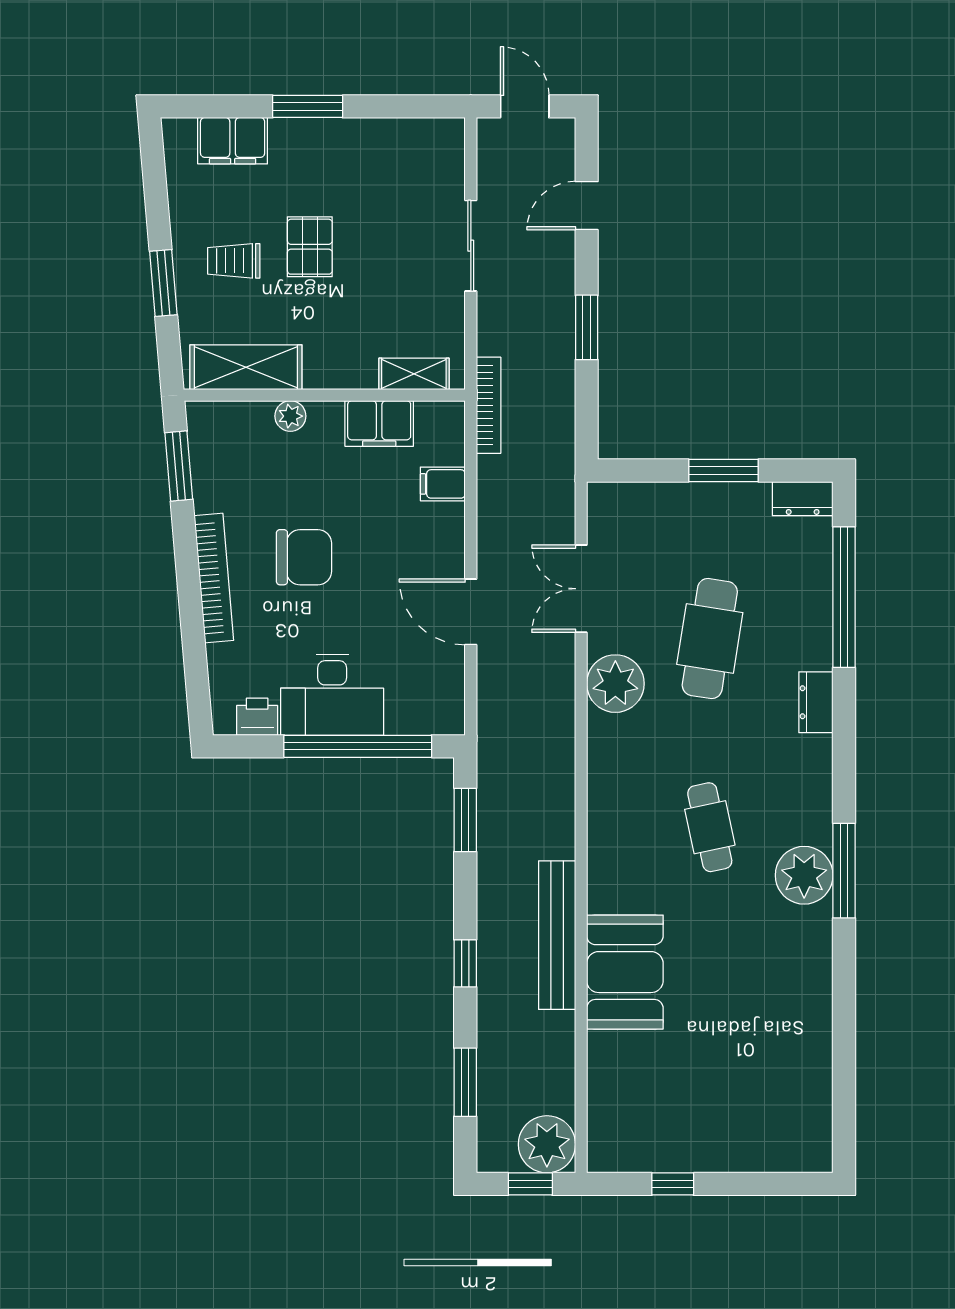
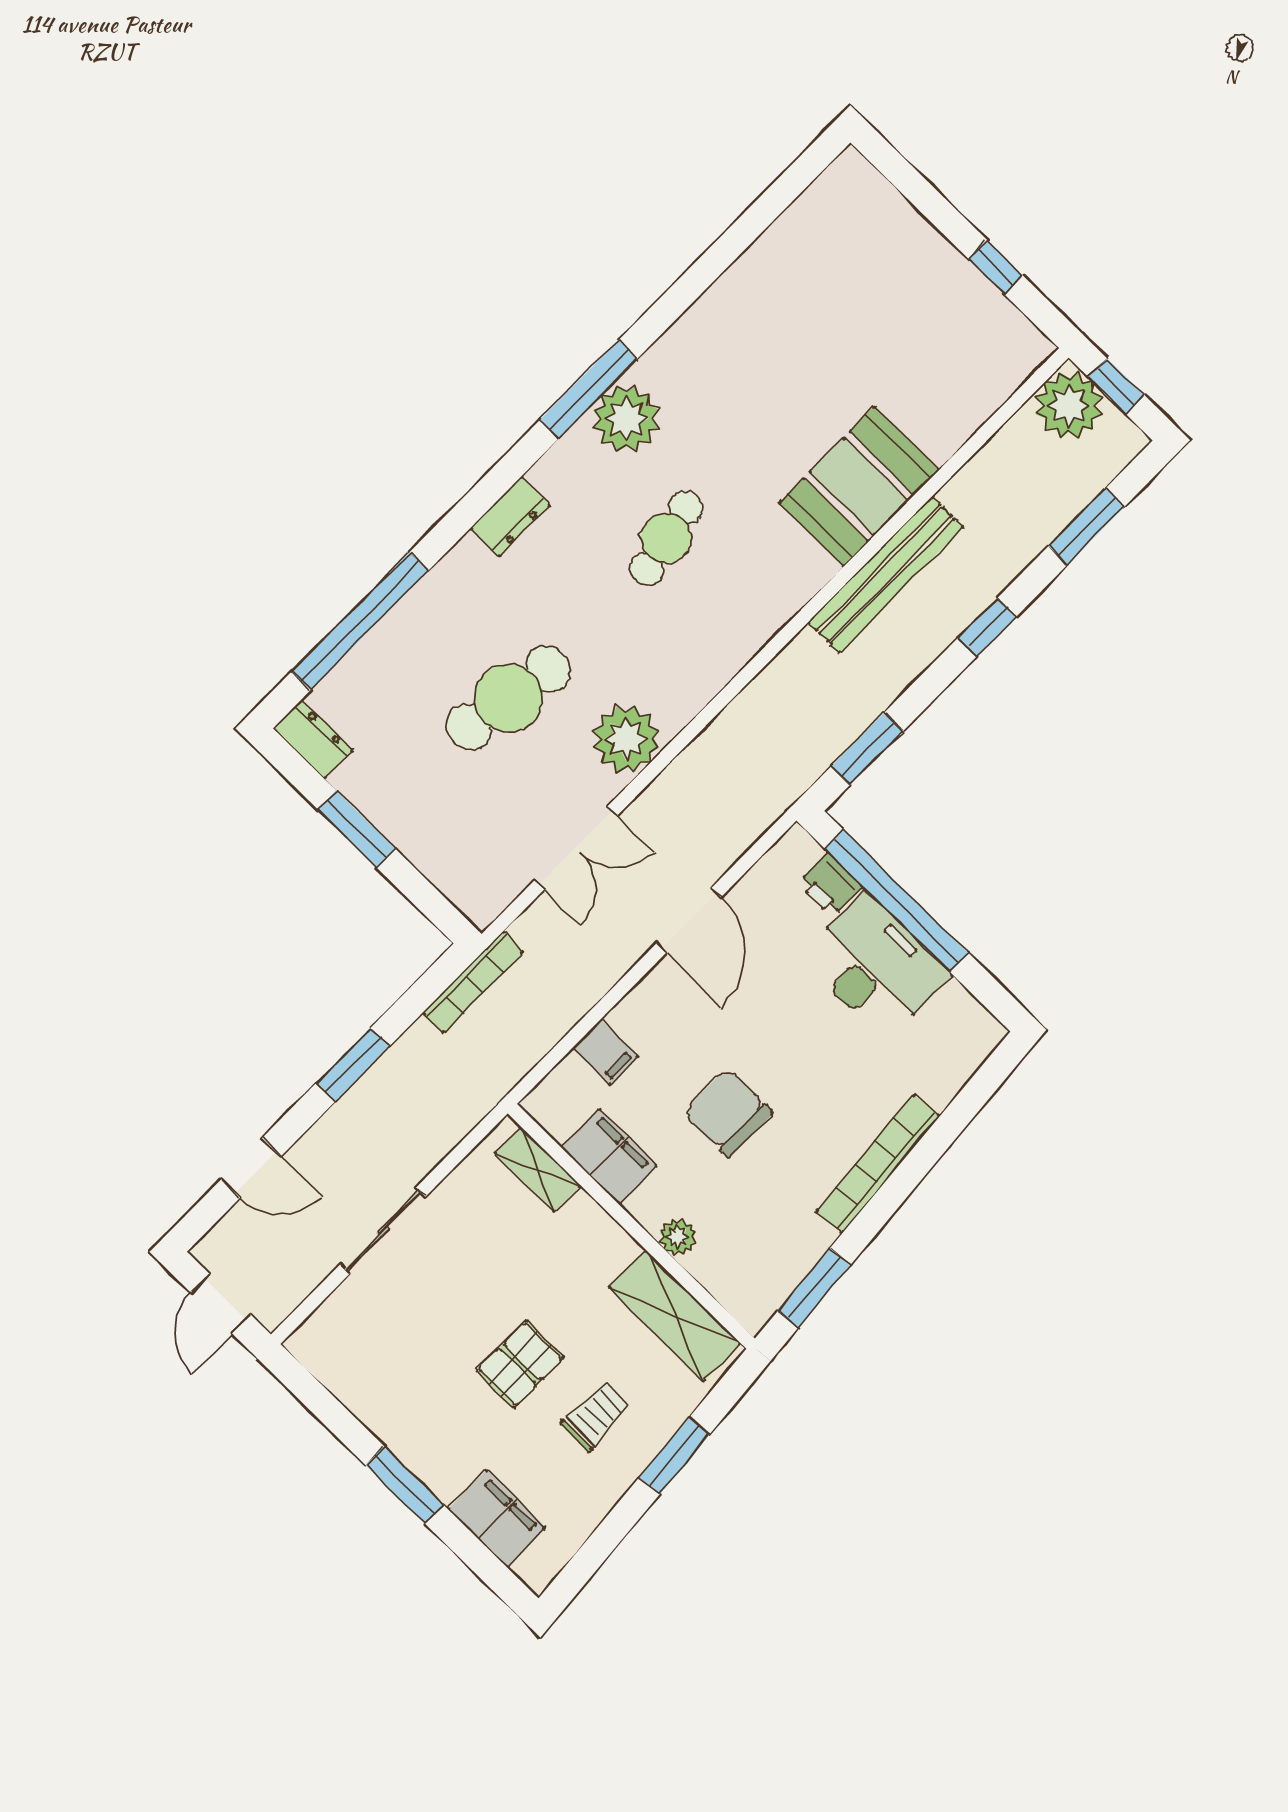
trolley: (234, 261) -> (596, 1416), turned -90
bookcase: (489, 405) -> (473, 982), moved, turned 180
chair: (304, 557) -> (728, 1113), moved
dresser: (816, 702) -> (510, 516), moved
printer: (257, 717) -> (830, 885), moved

